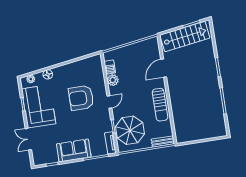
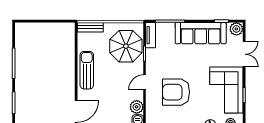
armchair: (81, 98) -> (176, 92), turned 180
sofa: (74, 150) -> (201, 33), width x1.36
plant: (38, 160) -> (236, 29), added

